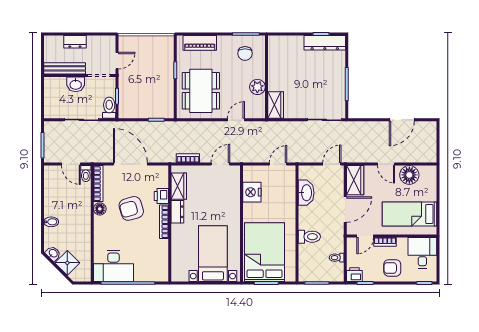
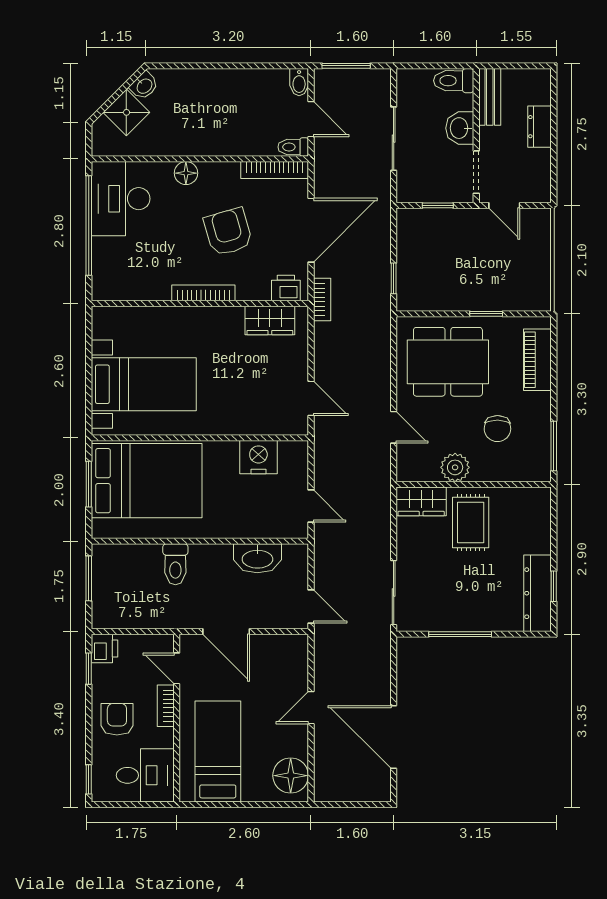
chair: (245, 53) -> (497, 429), moved, turned -89
bench: (65, 68) -> (490, 97), width x0.73
rug: (287, 79) -> (471, 523), added
toilet: (109, 108) -> (454, 81), moved, turned 180
door: (402, 120) -> (394, 737), width x1.36
bookcase: (188, 158) -> (322, 300), moved
door: (71, 164) -> (311, 119), swing flipped
floor lamp: (409, 175) -> (291, 776), moved
wardrobe: (355, 180) -> (281, 650), removed
printer: (161, 196) -> (286, 288), moved
floor lamp: (100, 209) -> (186, 173), moved
dresser: (177, 212) -> (222, 318), removed
bidet: (51, 222) -> (299, 82), moved
toilet: (337, 258) -> (136, 615), removed

